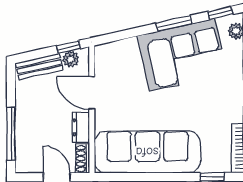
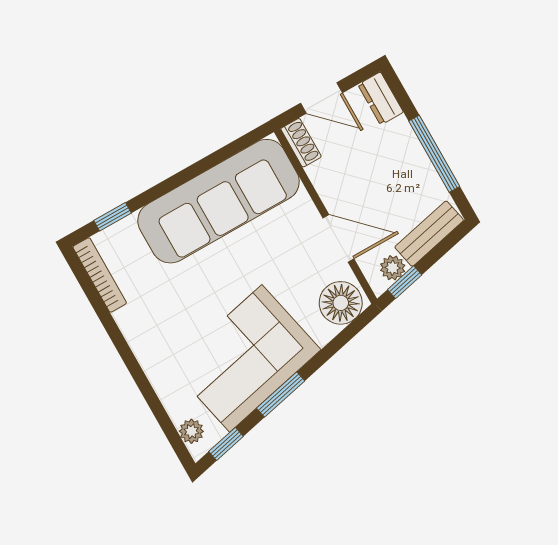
floor lamp: (111, 56) -> (341, 303), added
dresser: (81, 127) -> (381, 98), moved, turned 180
window: (11, 134) -> (434, 154), moved

